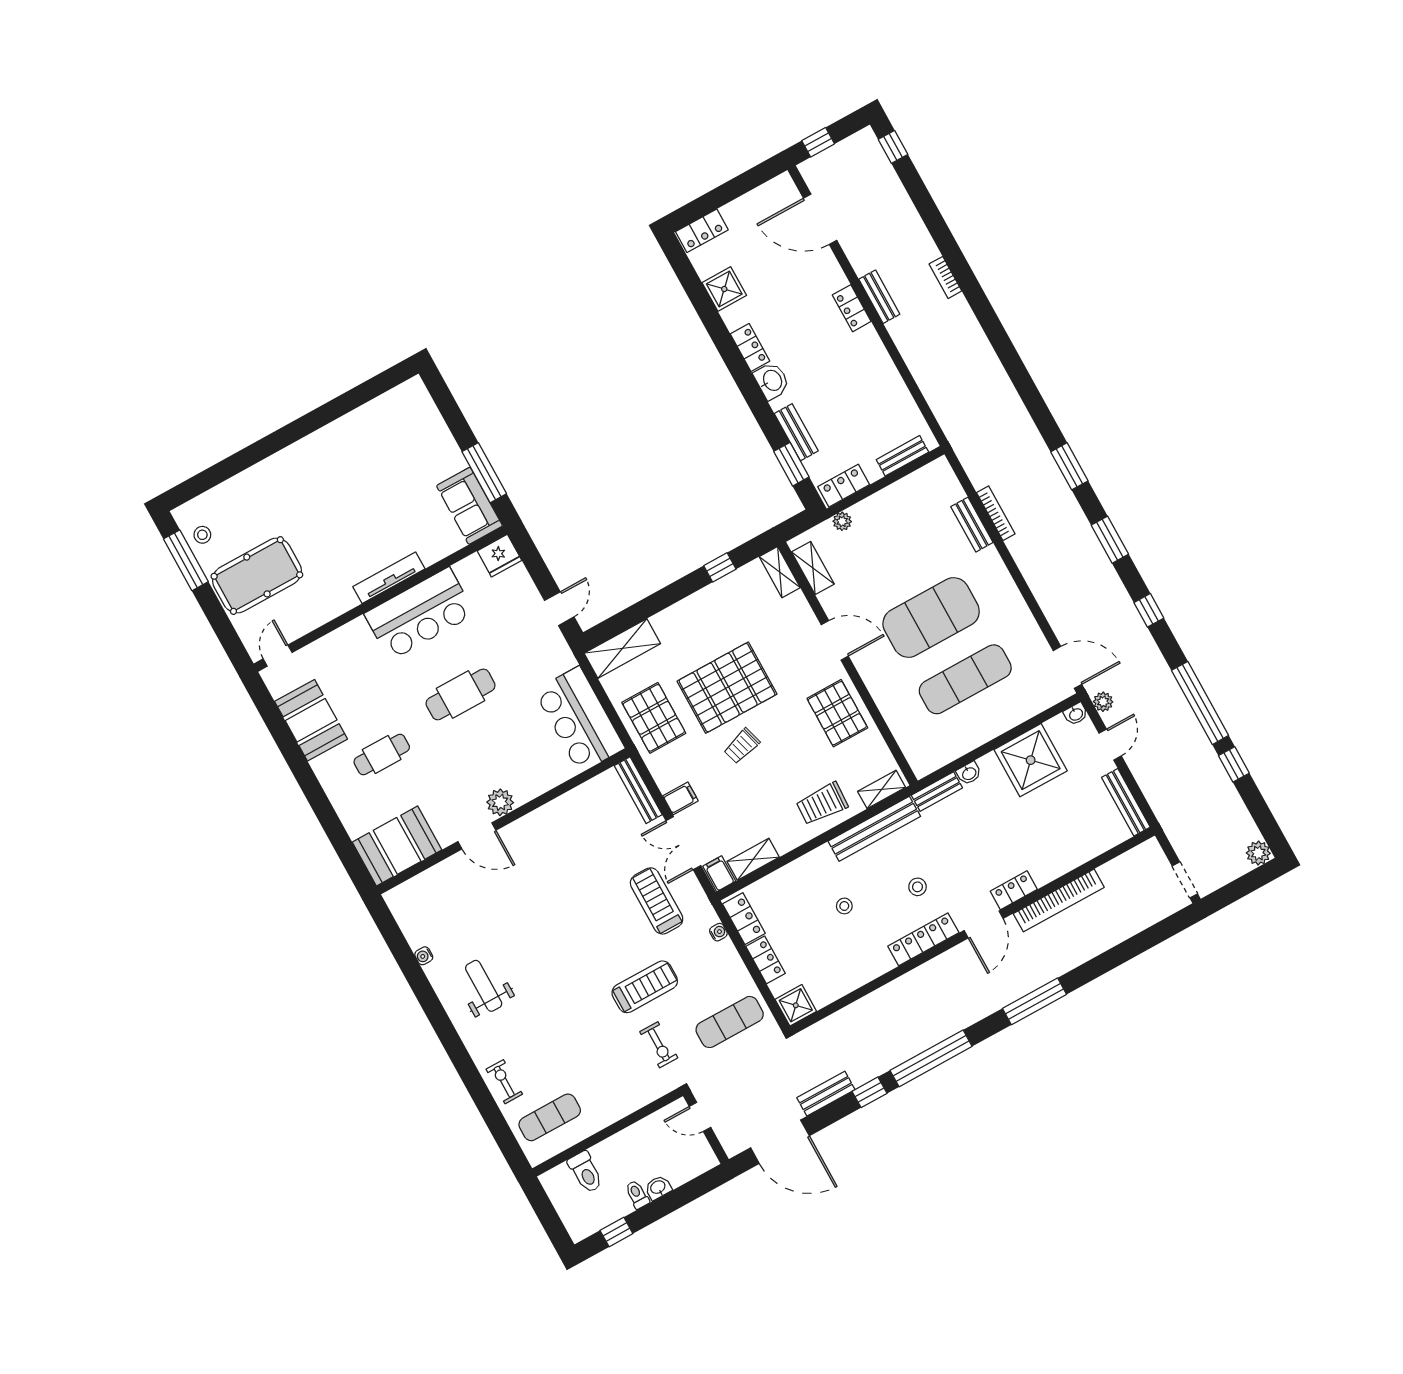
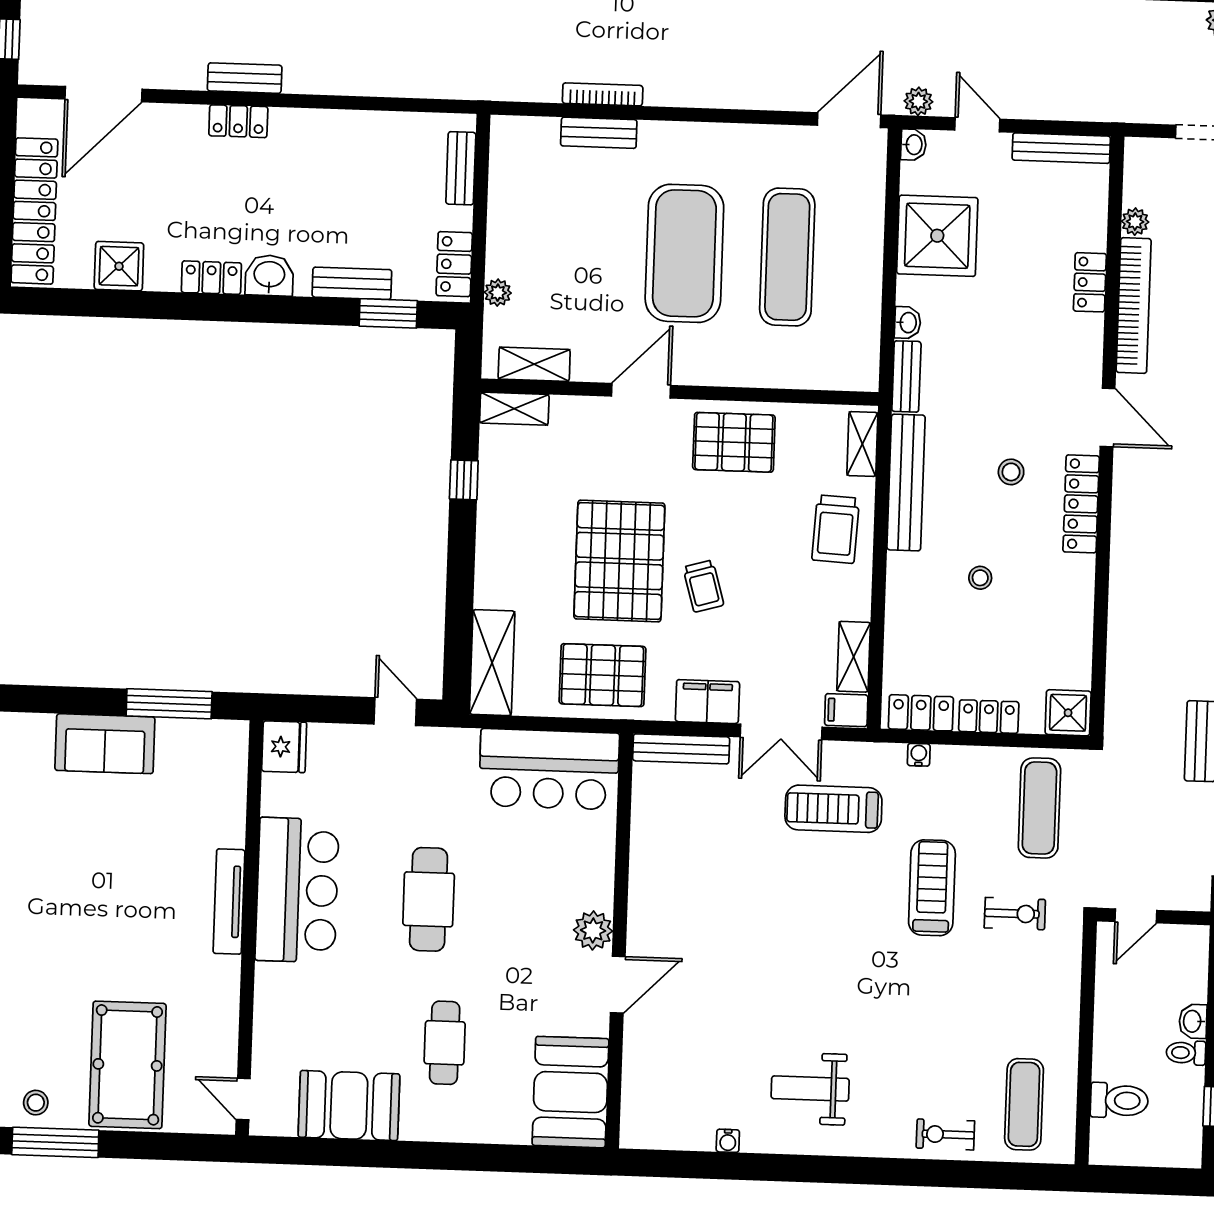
locker: (702, 231) -> (34, 211), width x2.16, depth x1.21
sofa: (469, 506) -> (105, 744), moved
filing cabinet: (681, 798) -> (707, 702), width x2.00
plant: (1109, 872) -> (1135, 222), added
locker: (1014, 890) -> (1090, 282), moved

